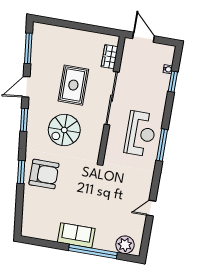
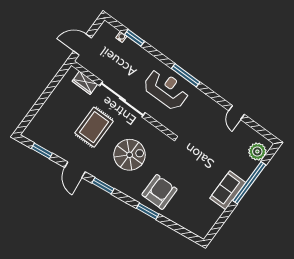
window: (28, 48) -> (42, 151), width x0.69
rug: (73, 85) -> (94, 127), turned 90
spiral stairs: (64, 130) -> (130, 155), turned -90

